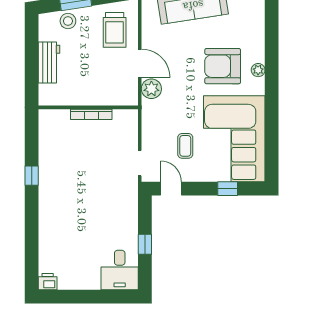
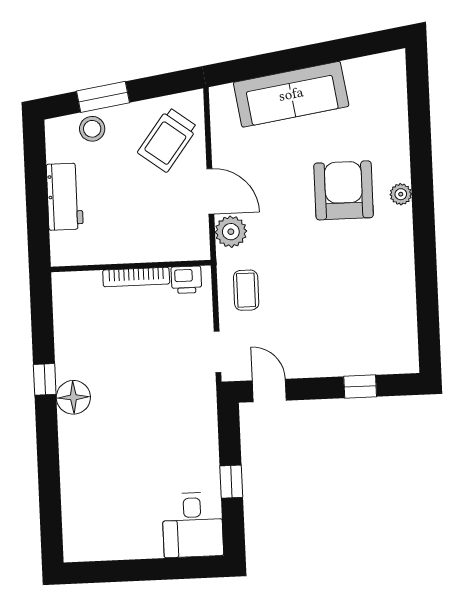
trolley: (115, 30) -> (168, 140), turned 37
armchair: (223, 66) -> (344, 190), turned 90
corner sofa: (234, 139) -> (367, 306), removed
coffee table: (185, 146) -> (246, 290), moved
floor lamp: (49, 188) -> (73, 397), added
printer: (48, 282) -> (186, 280), moved, turned 180

